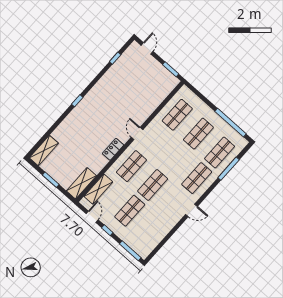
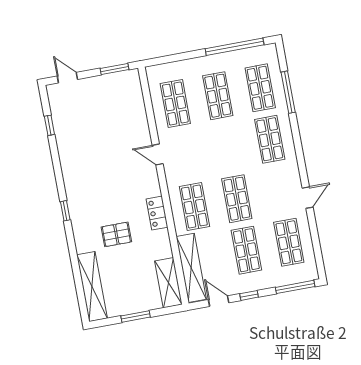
door: (137, 134) -> (158, 155), moved
pallet: (86, 137) -> (116, 234), added
shelving: (44, 151) -> (92, 287), width x1.47
shelving: (98, 189) -> (191, 268), width x1.47
door: (191, 210) -> (308, 198), moved
shop shelf: (151, 229) -> (289, 242), added

